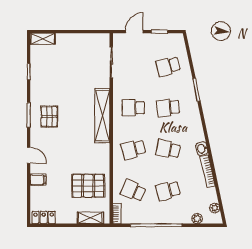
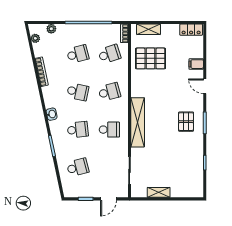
shelving: (43, 39) -> (159, 192), moved
washbasin: (202, 149) -> (52, 114), moved
school desk: (133, 191) -> (109, 54), turned -42

